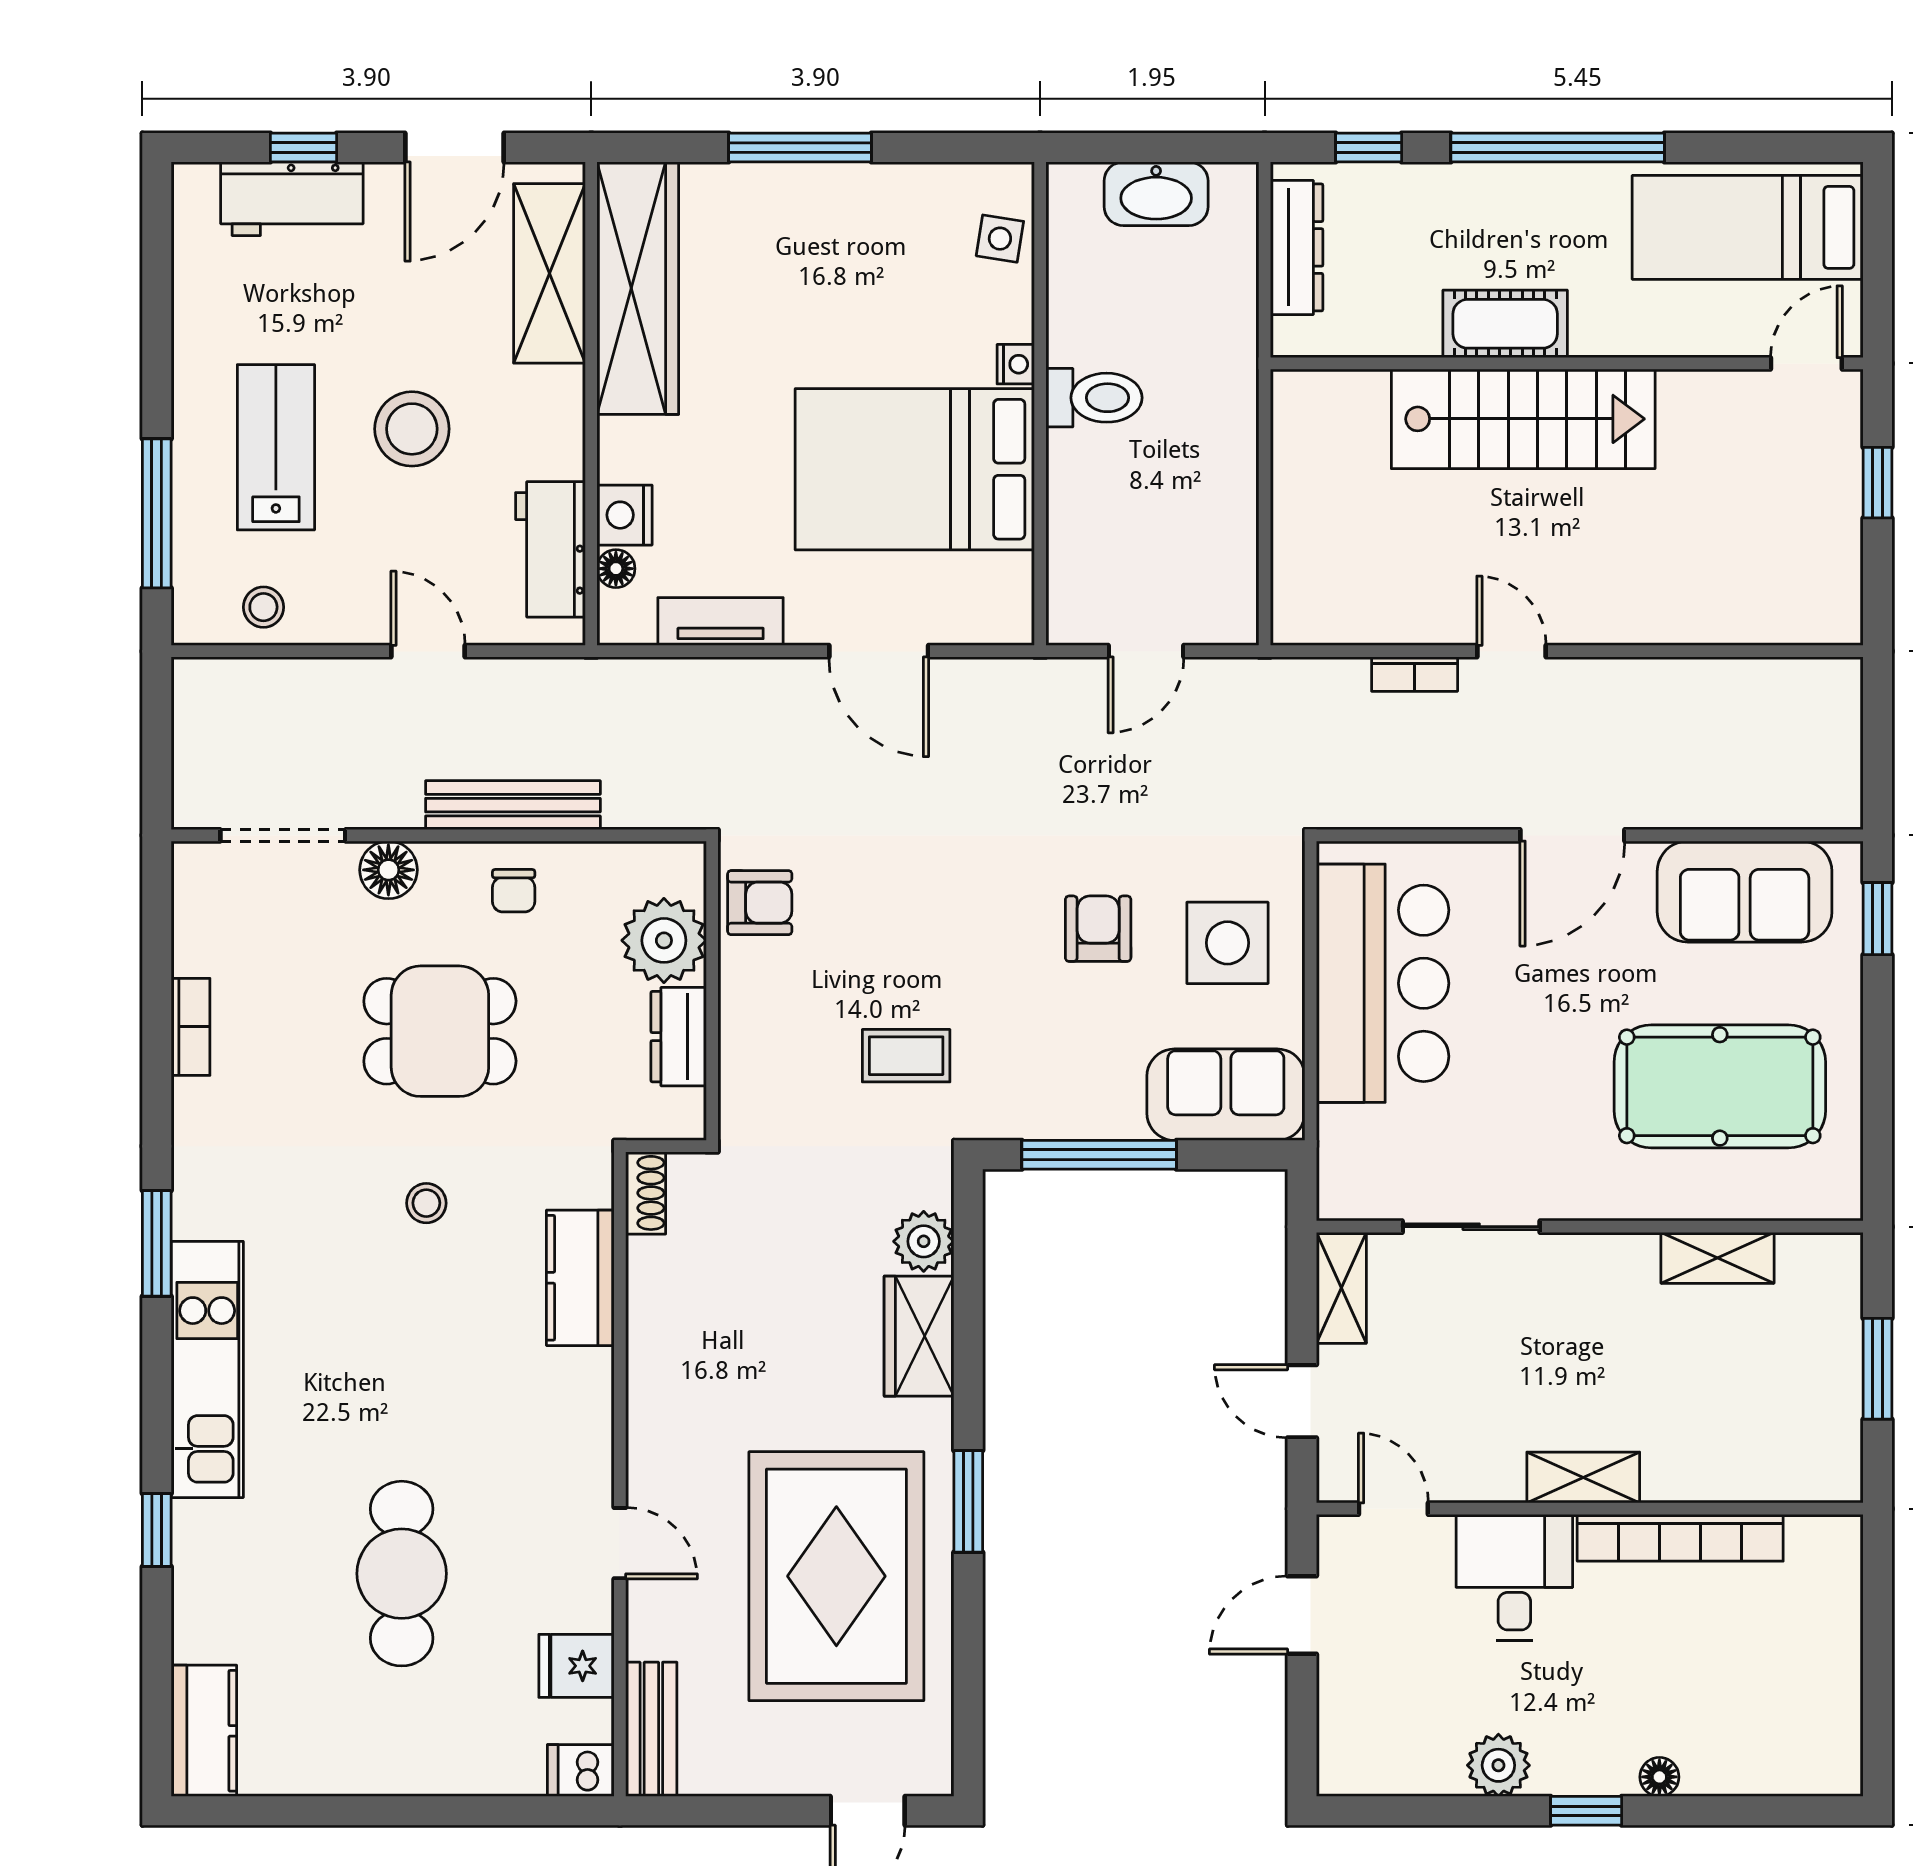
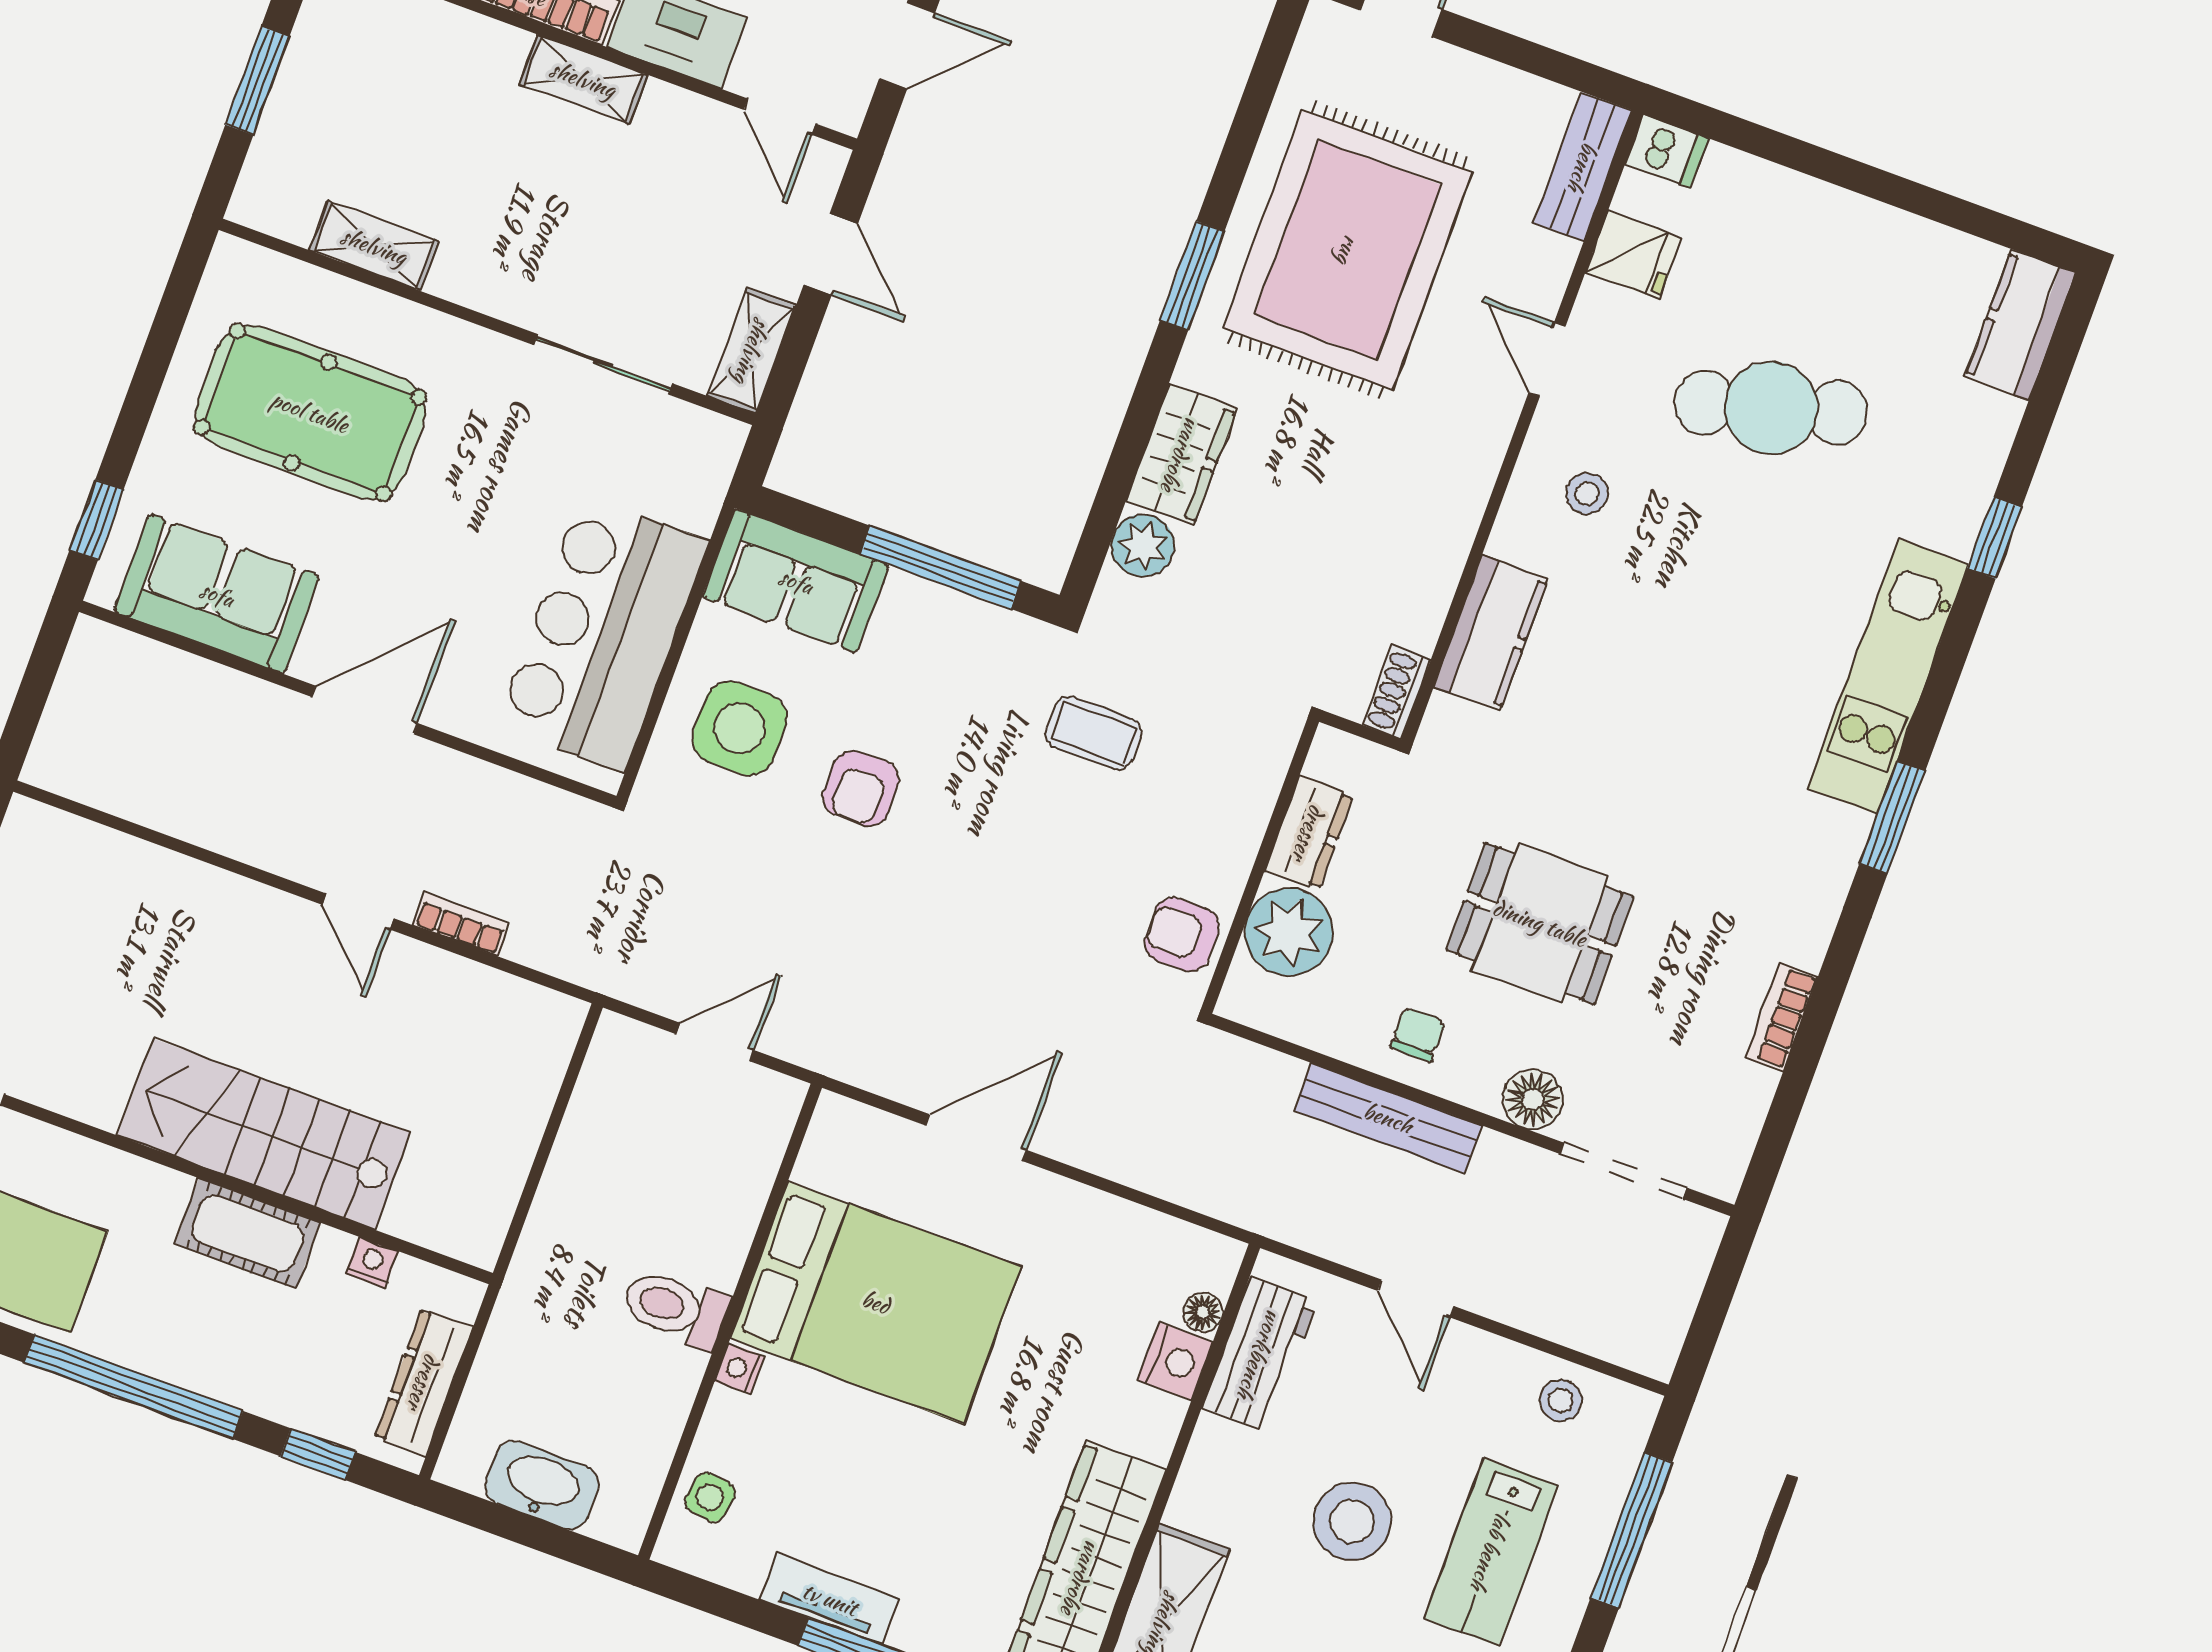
nightstand: (1383, 339) -> (372, 1263), added
tv unit: (721, 621) -> (830, 1599), moved, turned 180
door: (879, 651) -> (976, 1138), hinge flipped
stool: (426, 1203) -> (1587, 494), moved
cafe table: (402, 1574) -> (1771, 408), turned 74

